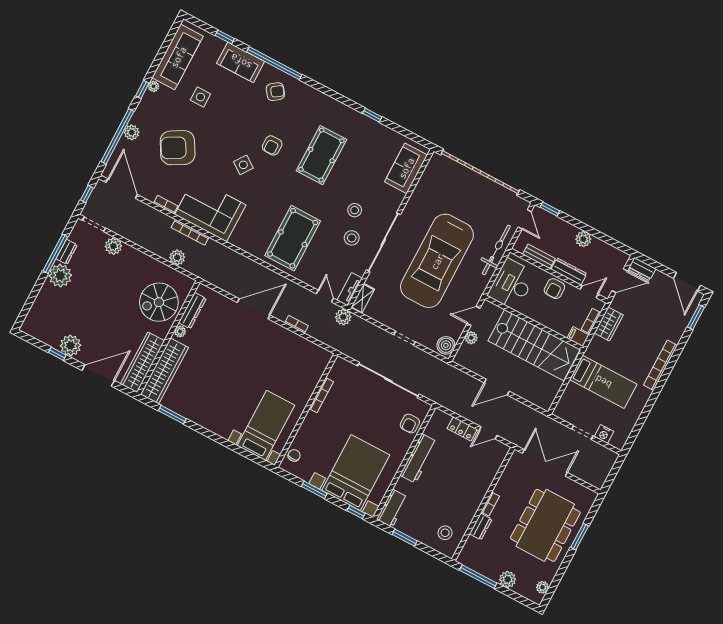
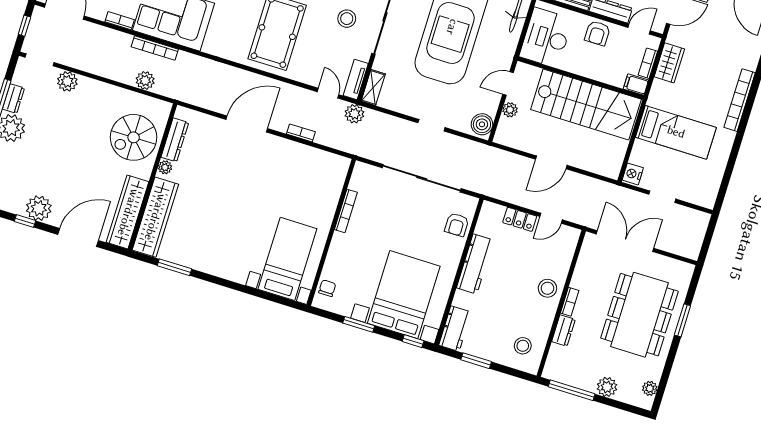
nightstand: (604, 434) -> (633, 174), moved, turned 90
stool: (474, 490) -> (547, 288), added

